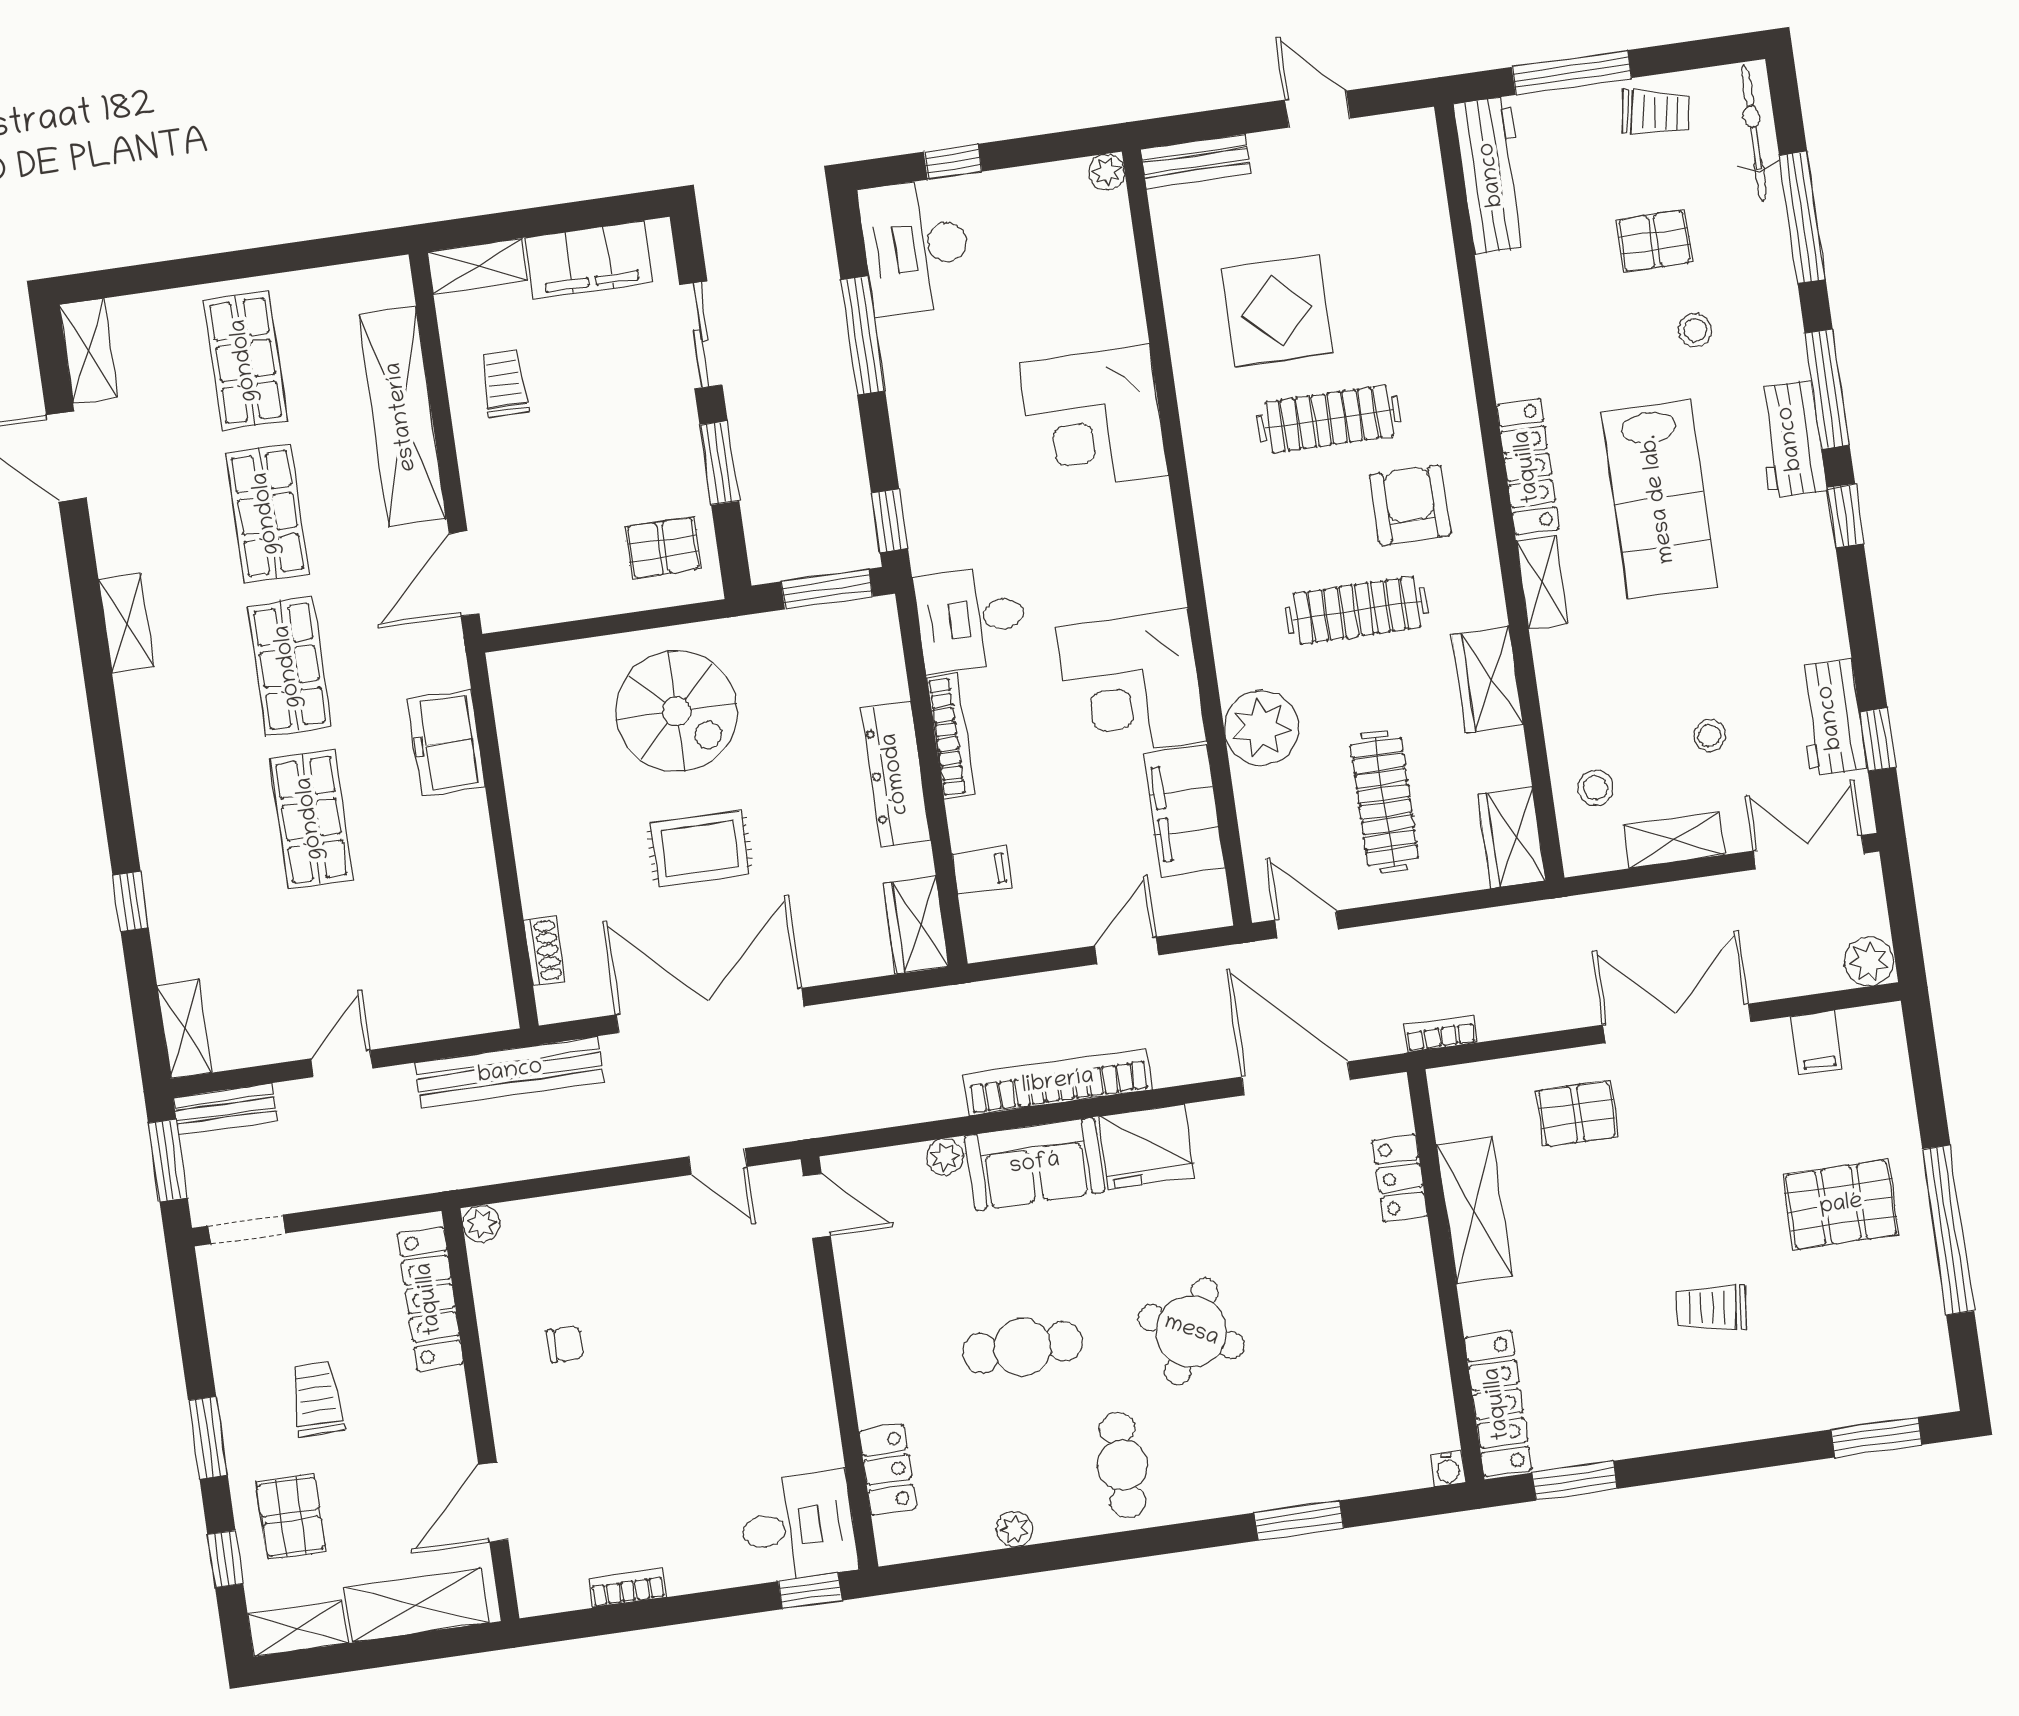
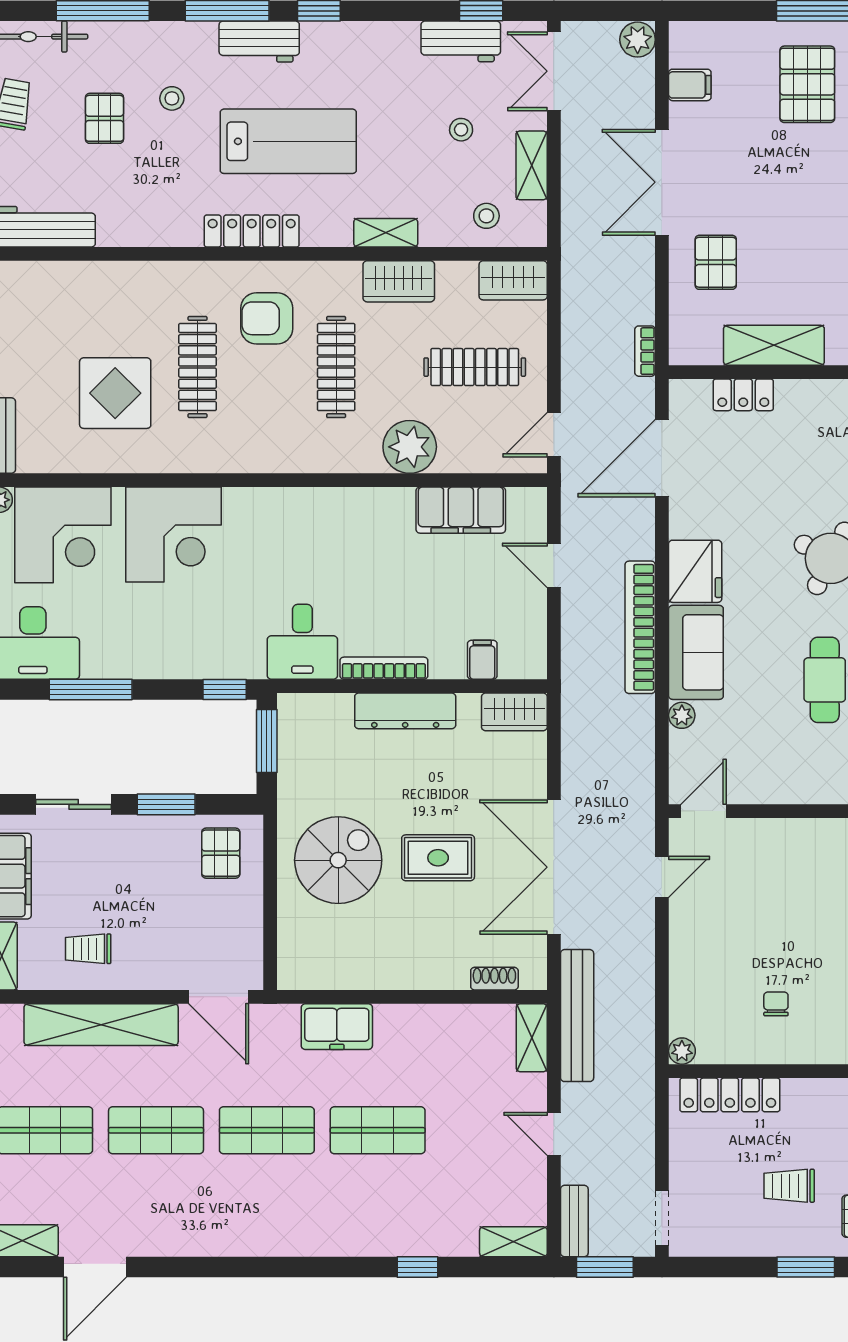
shelving: (1542, 582) -> (386, 233), moved
shelving: (126, 623) -> (532, 1038), moved, turned 90
corner desk: (1131, 684) -> (63, 535), moved
rug: (700, 849) -> (438, 858), turned 90

